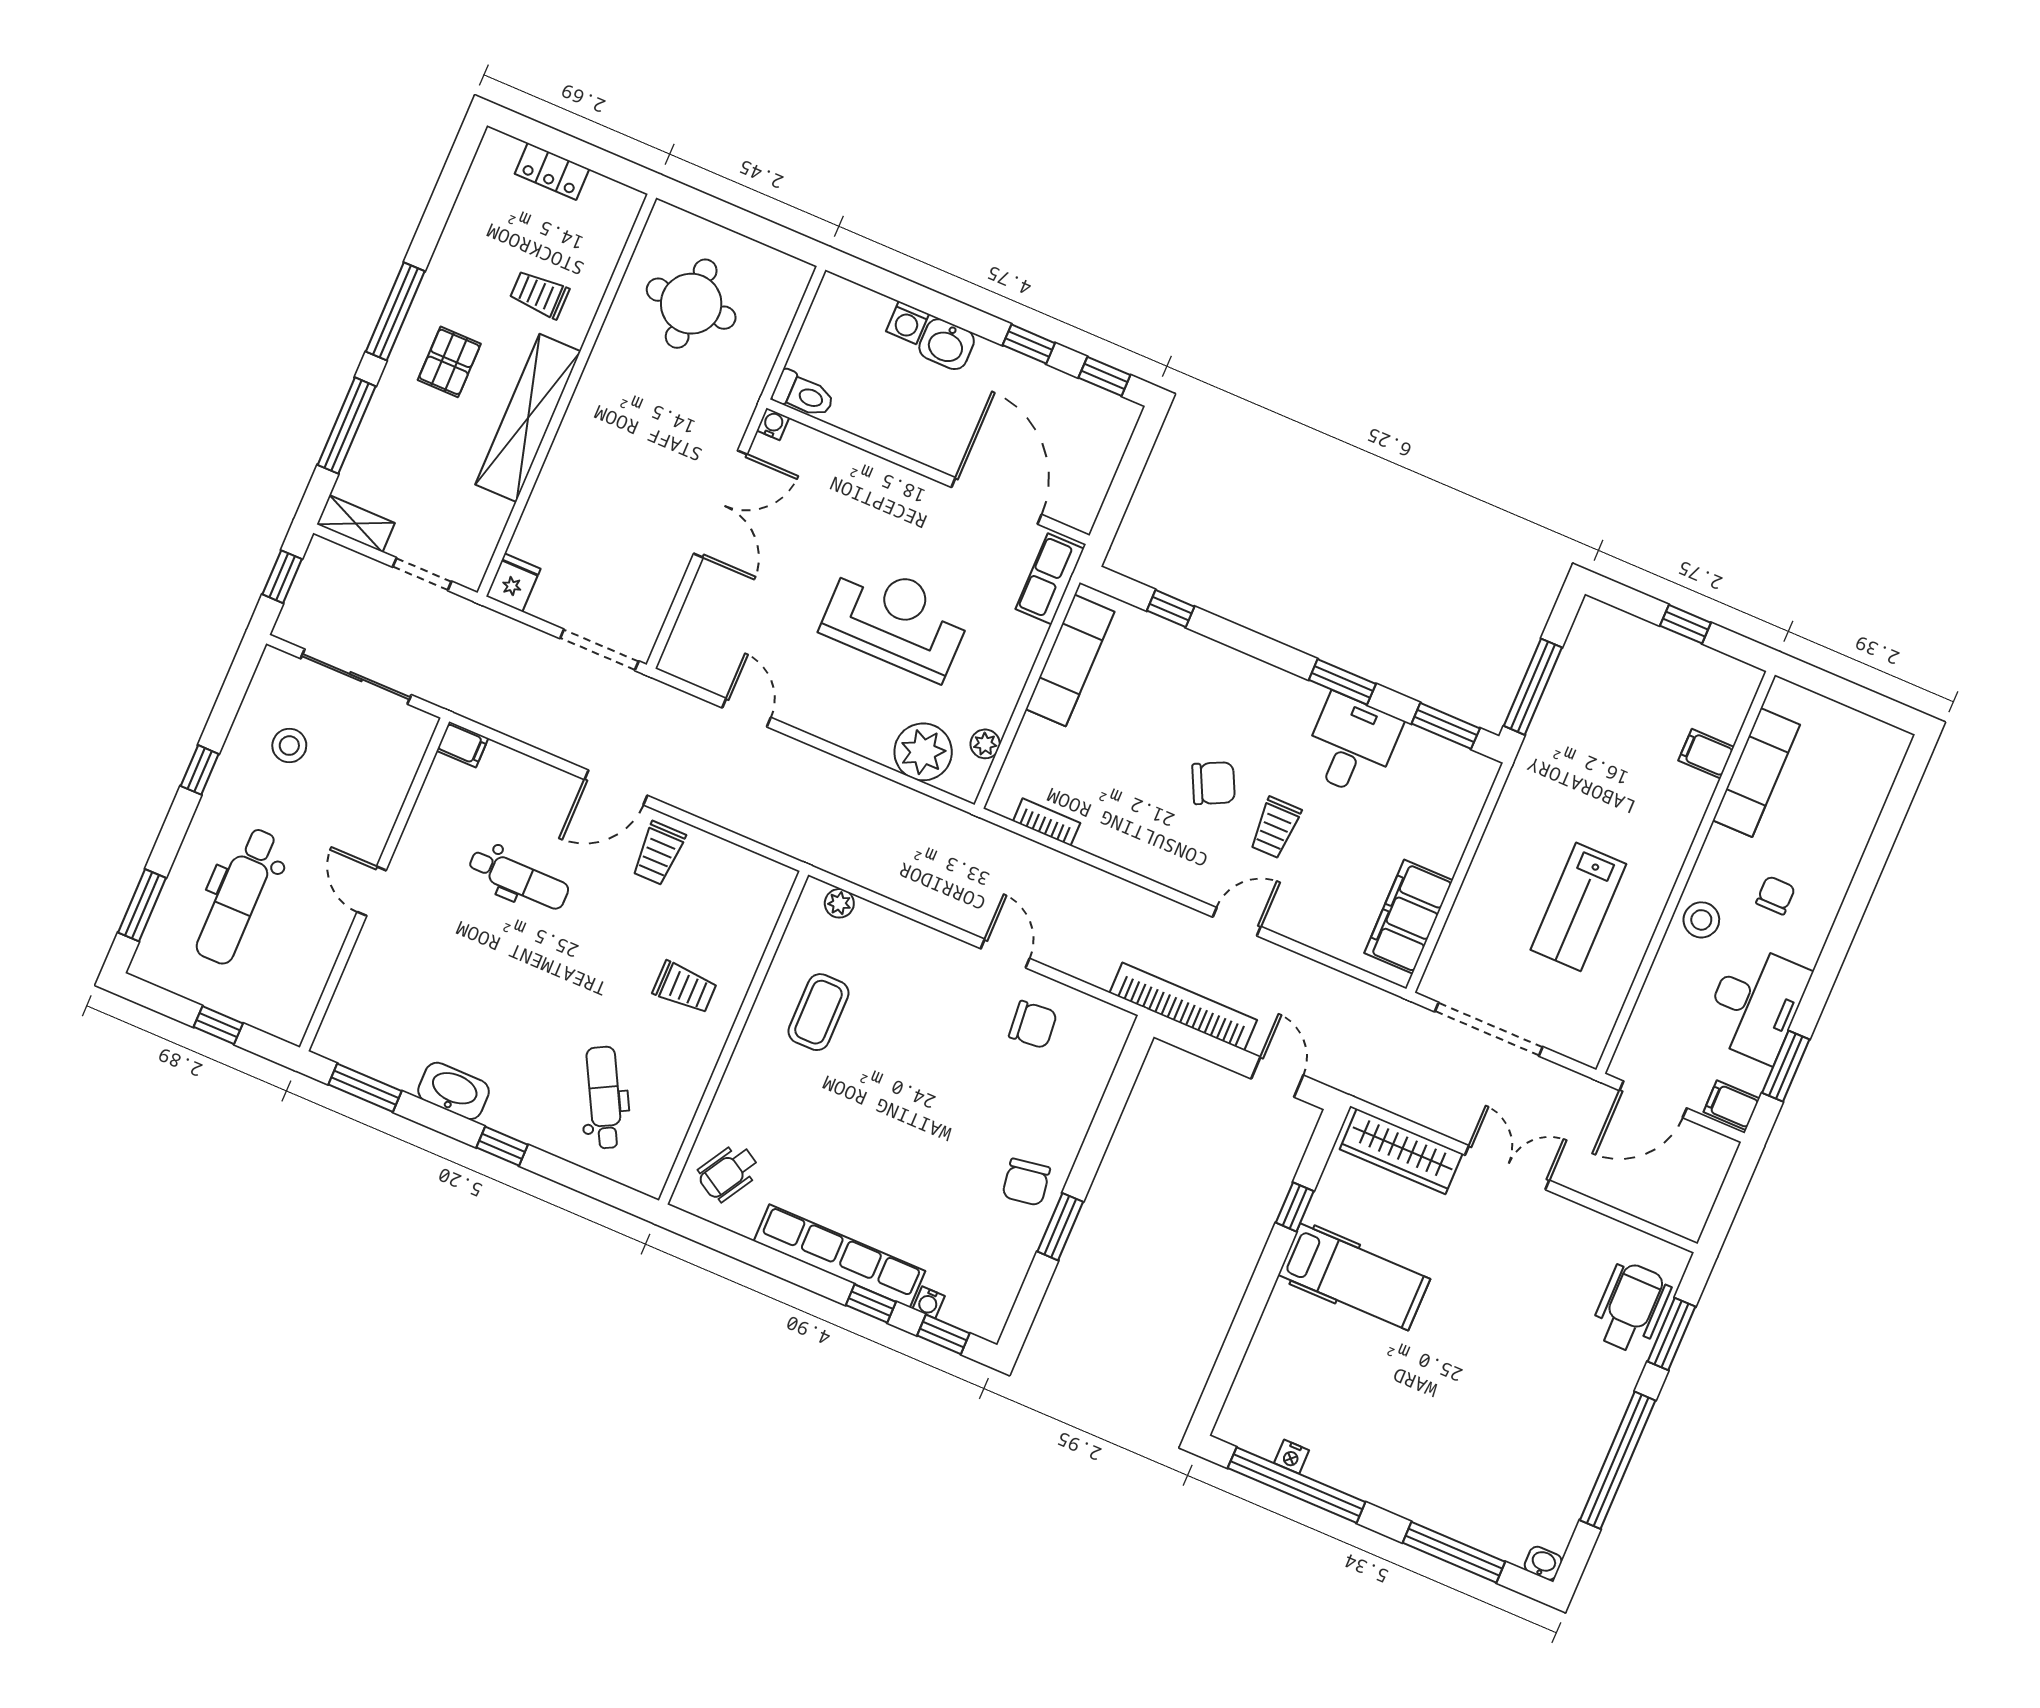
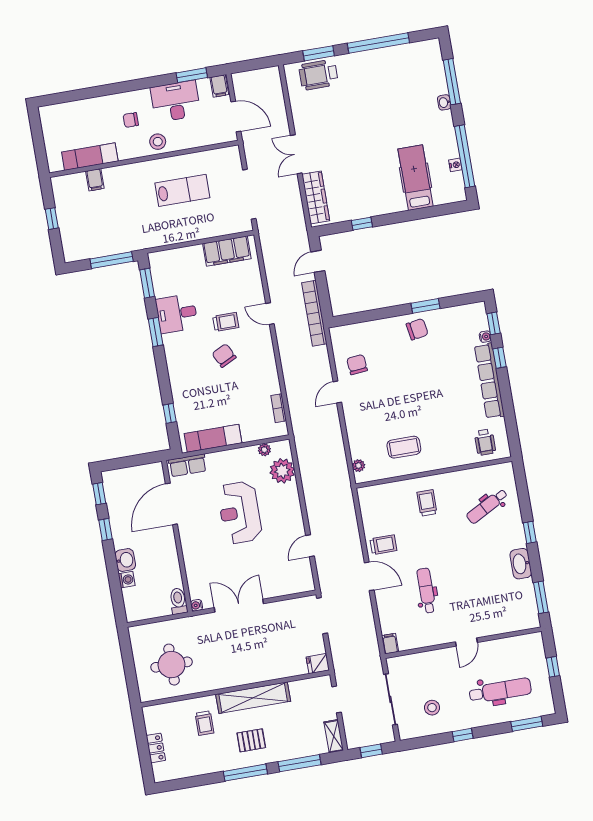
wheelchair: (728, 1172) -> (485, 442), turned 59
hospital bed: (1354, 1277) -> (416, 178), moved
washbasin: (1543, 1563) -> (444, 102), moved

